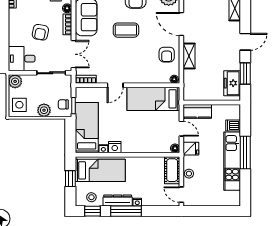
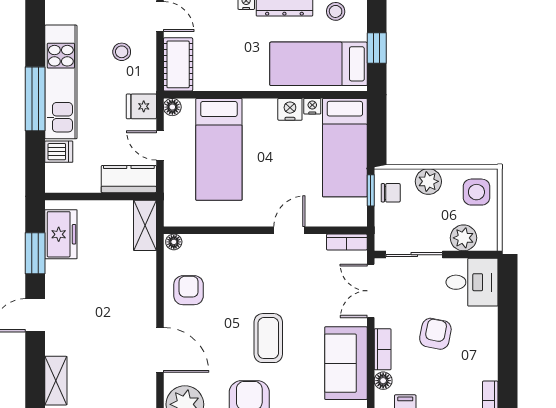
coffee table: (126, 30) -> (268, 338), turned 90
shelving: (189, 56) -> (145, 225), moved
plant: (15, 81) -> (463, 238), moved
bed: (153, 99) -> (219, 149), moved, turned 90
stool: (189, 174) -> (122, 52), moved

